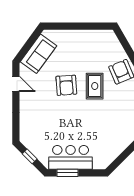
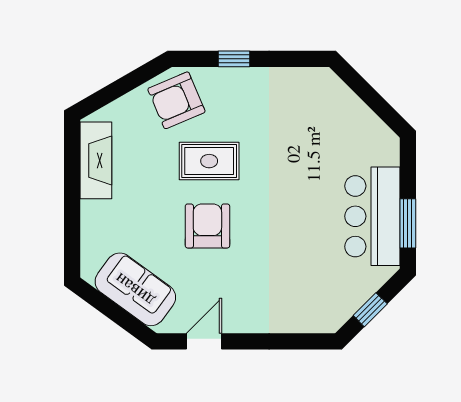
fireplace: (95, 36) -> (96, 160), added
armchair: (66, 85) -> (207, 226), turned -86

